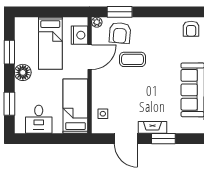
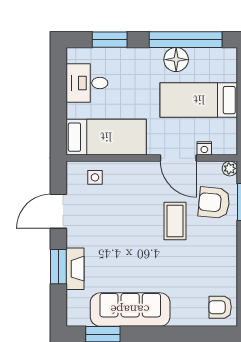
nightstand: (80, 35) -> (204, 148), width x0.53, depth x0.56
window: (9, 52) -> (186, 40), width x2.11
floor lamp: (23, 72) -> (176, 60), moved
fireplace: (152, 127) -> (75, 269), moved

